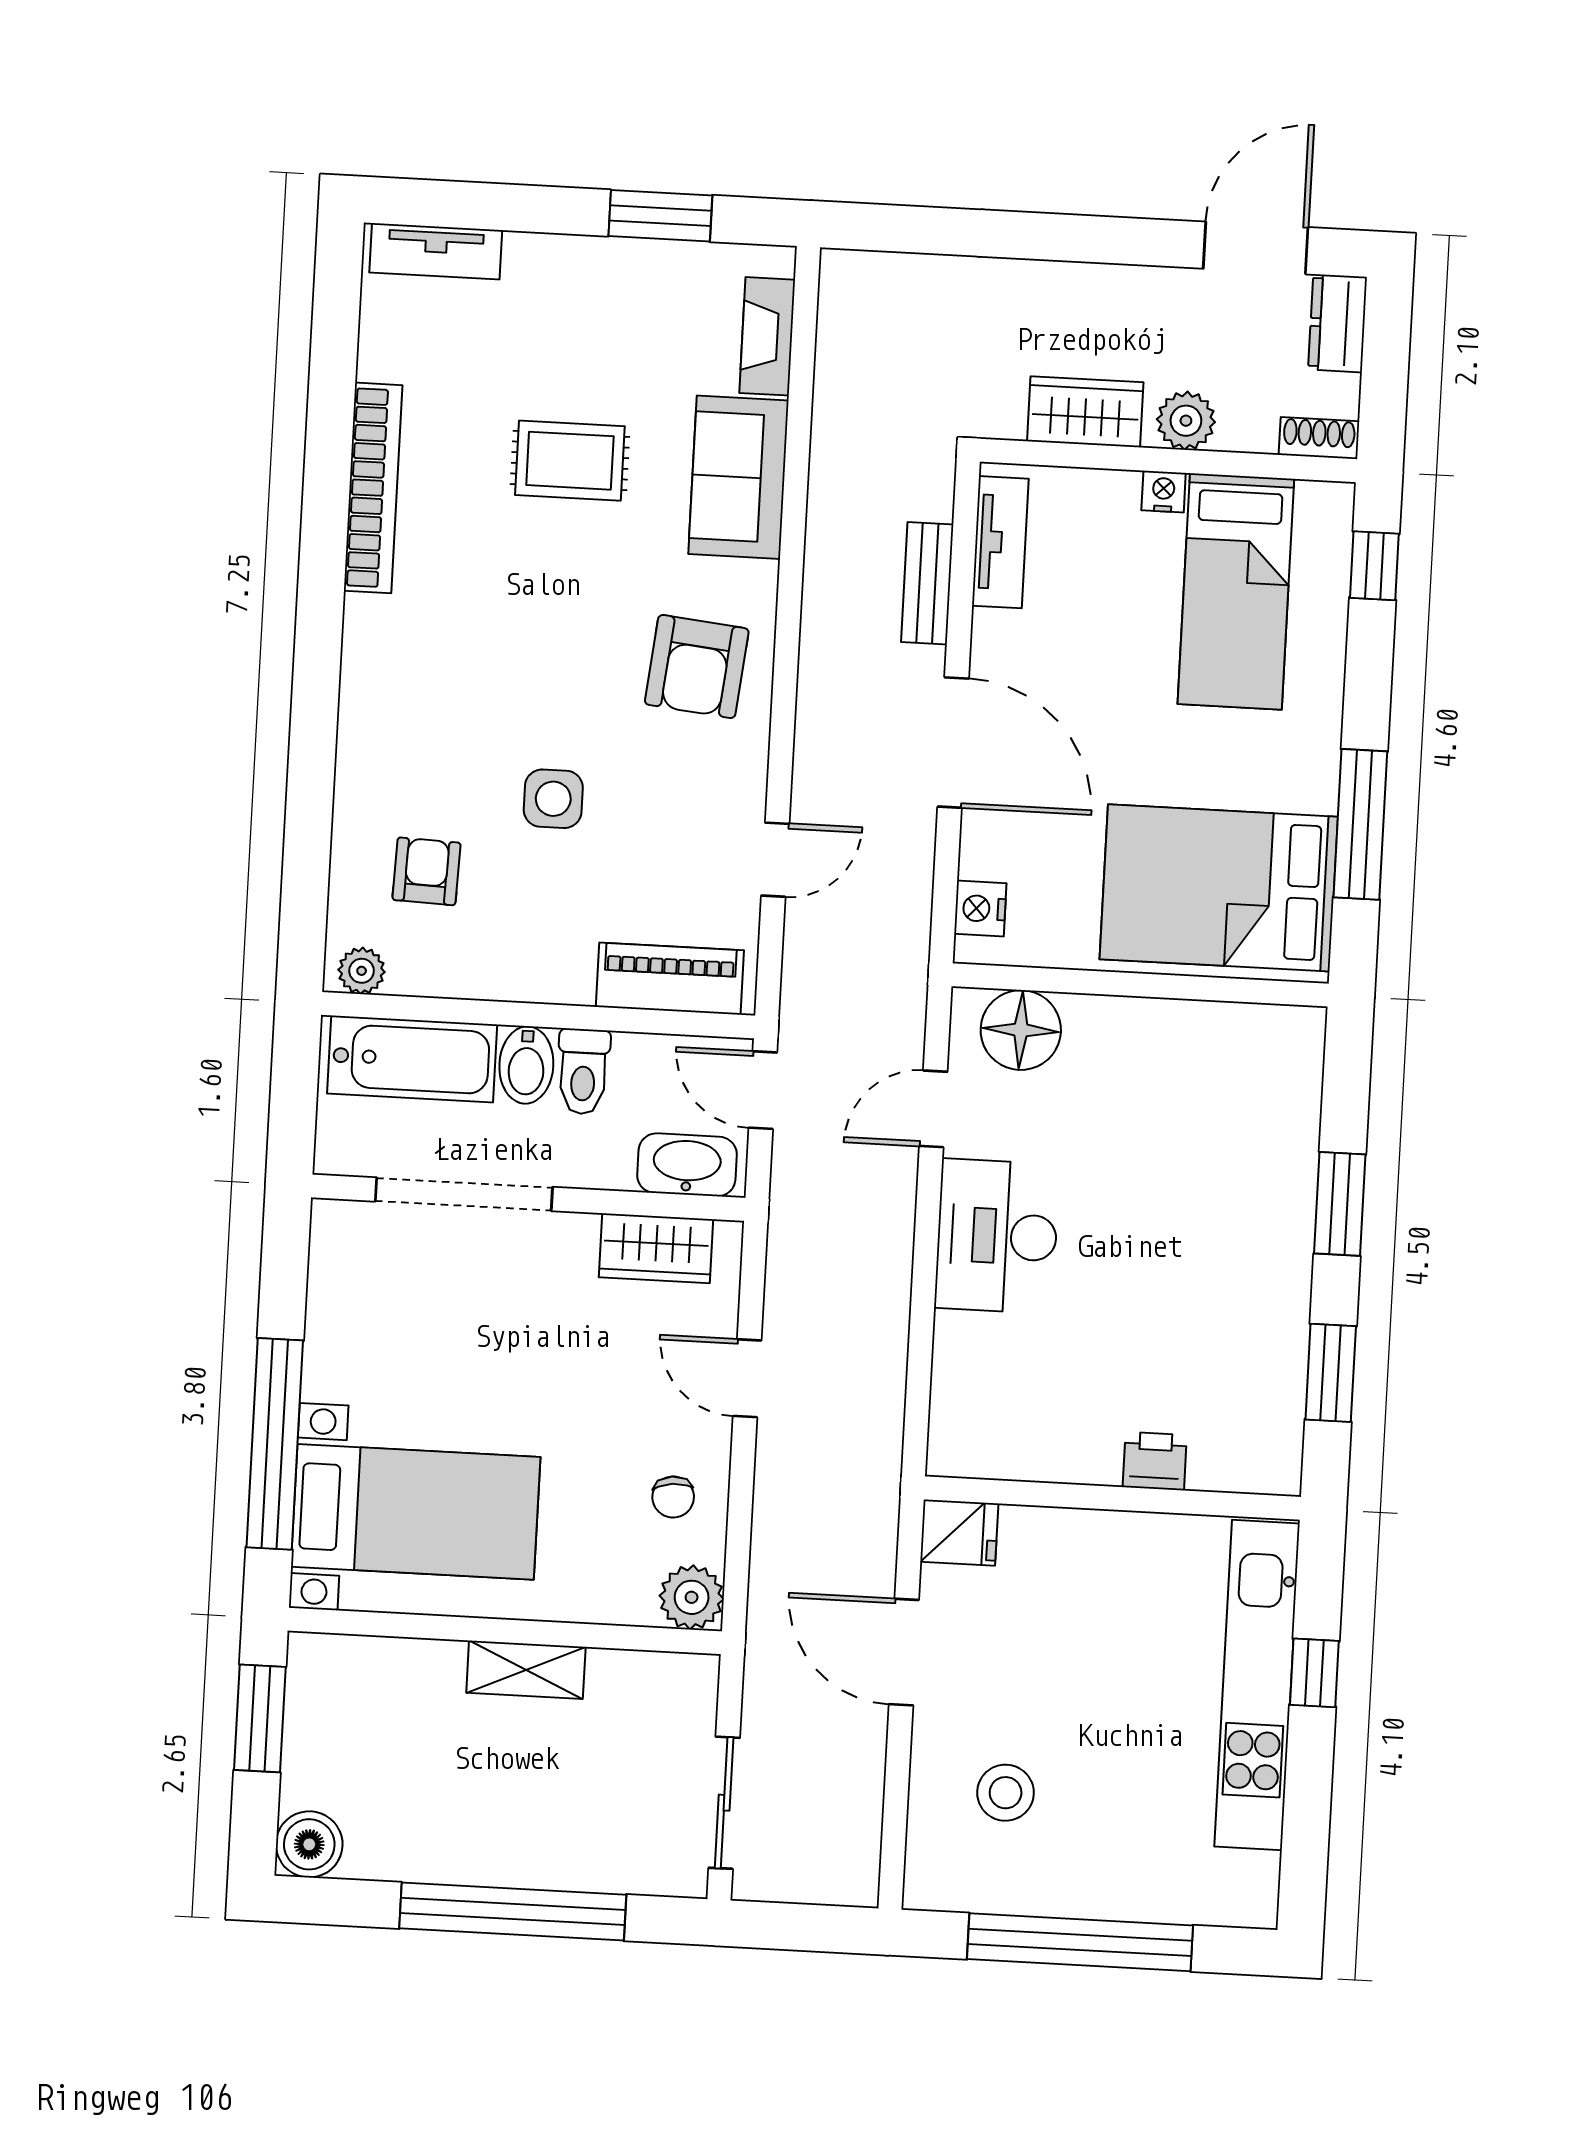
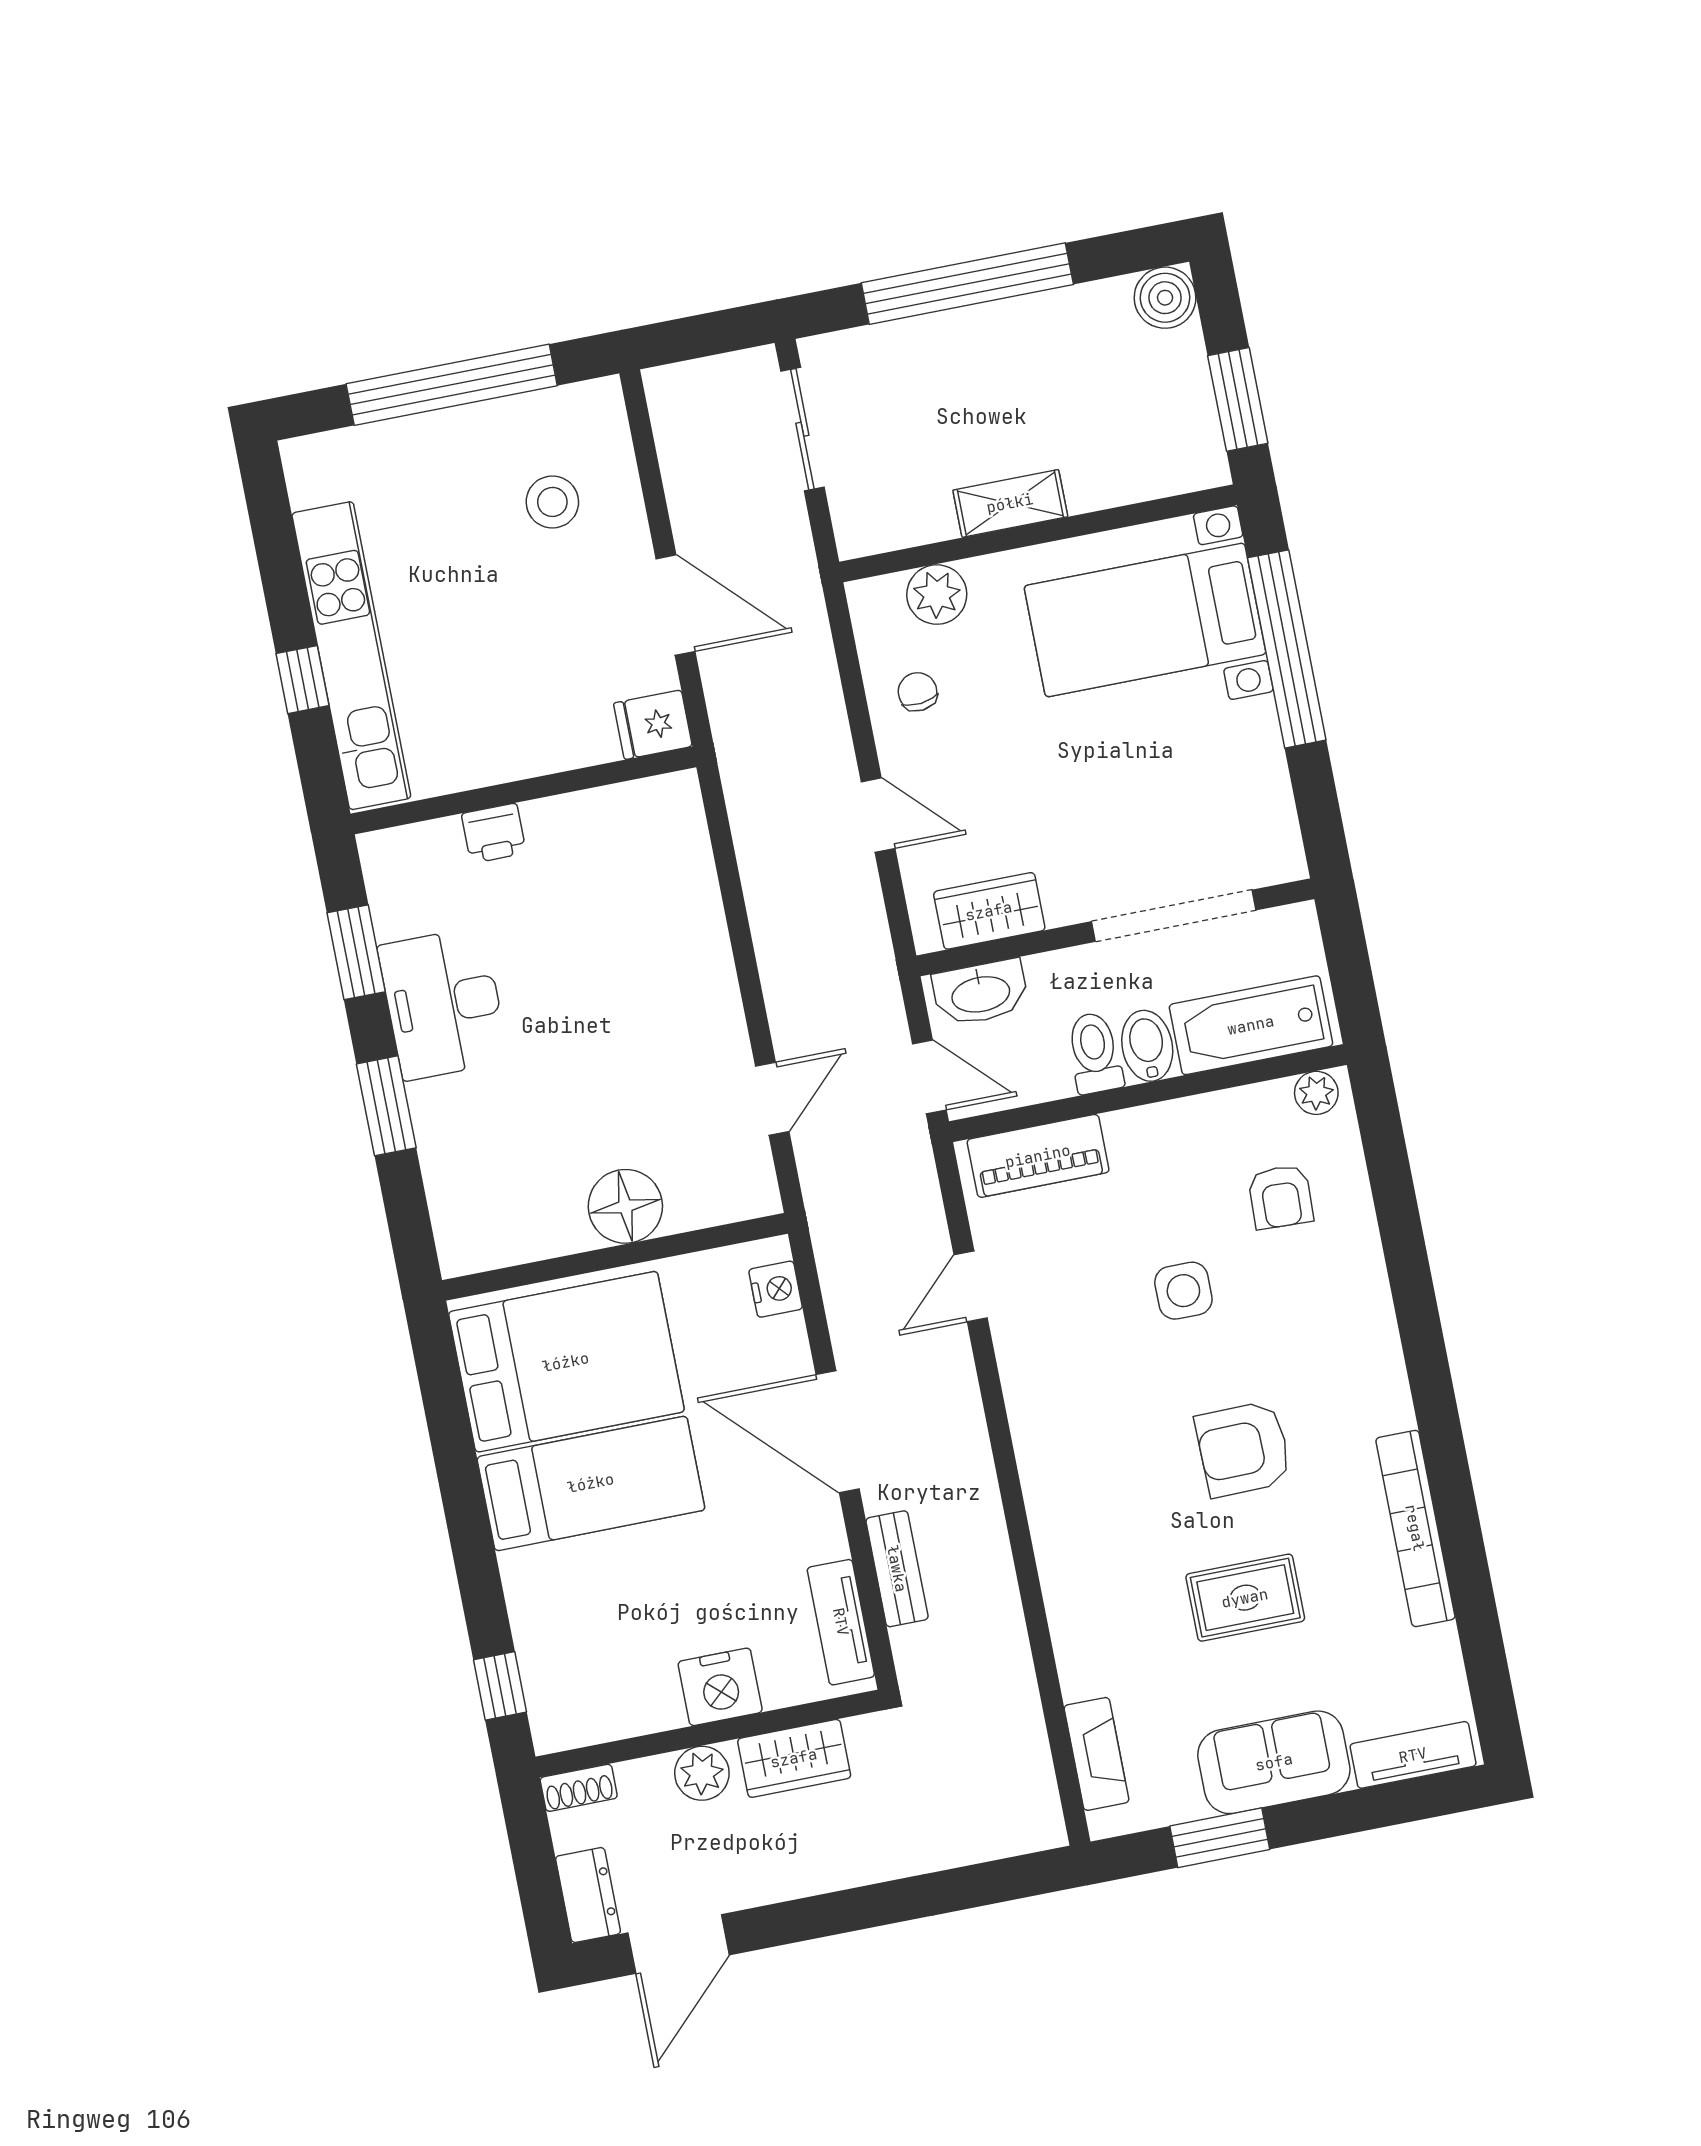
sofa: (738, 477) -> (1274, 1762), moved, turned -90
nightstand: (1164, 492) -> (720, 1687), width x1.89, depth x1.79
bed: (1236, 591) -> (591, 1483), moved, turned 90
armchair: (697, 667) -> (1243, 1449), moved, turned -97
window: (1360, 824) -> (454, 1451), removed
floor lamp: (1021, 1030) -> (625, 1206), moved
desk: (997, 1236) -> (443, 1003), moved, turned 180
plant: (692, 1597) -> (937, 594), moved

